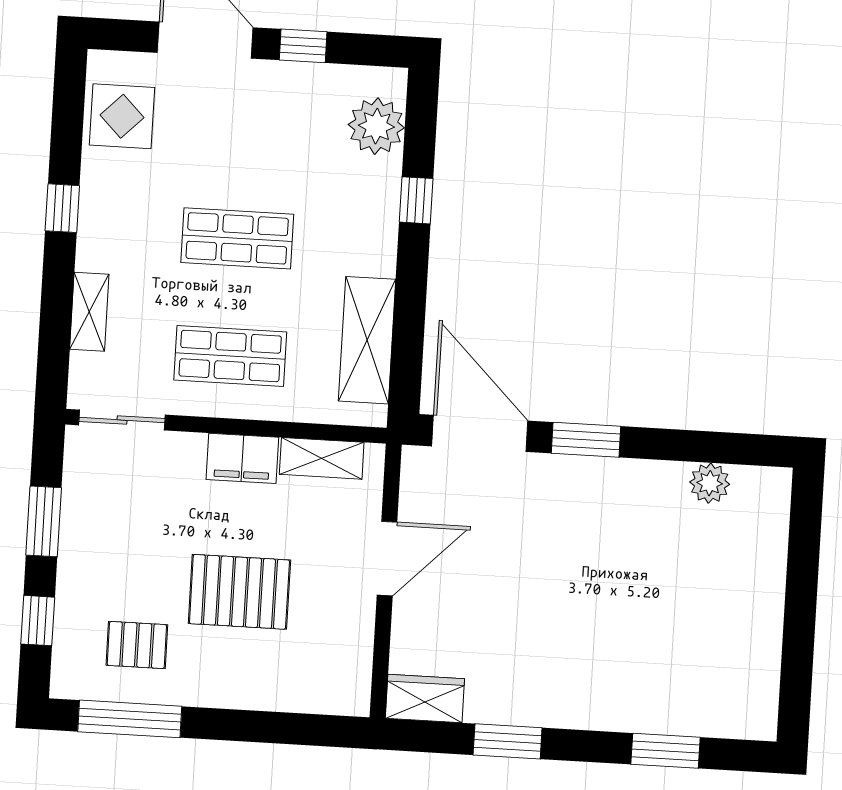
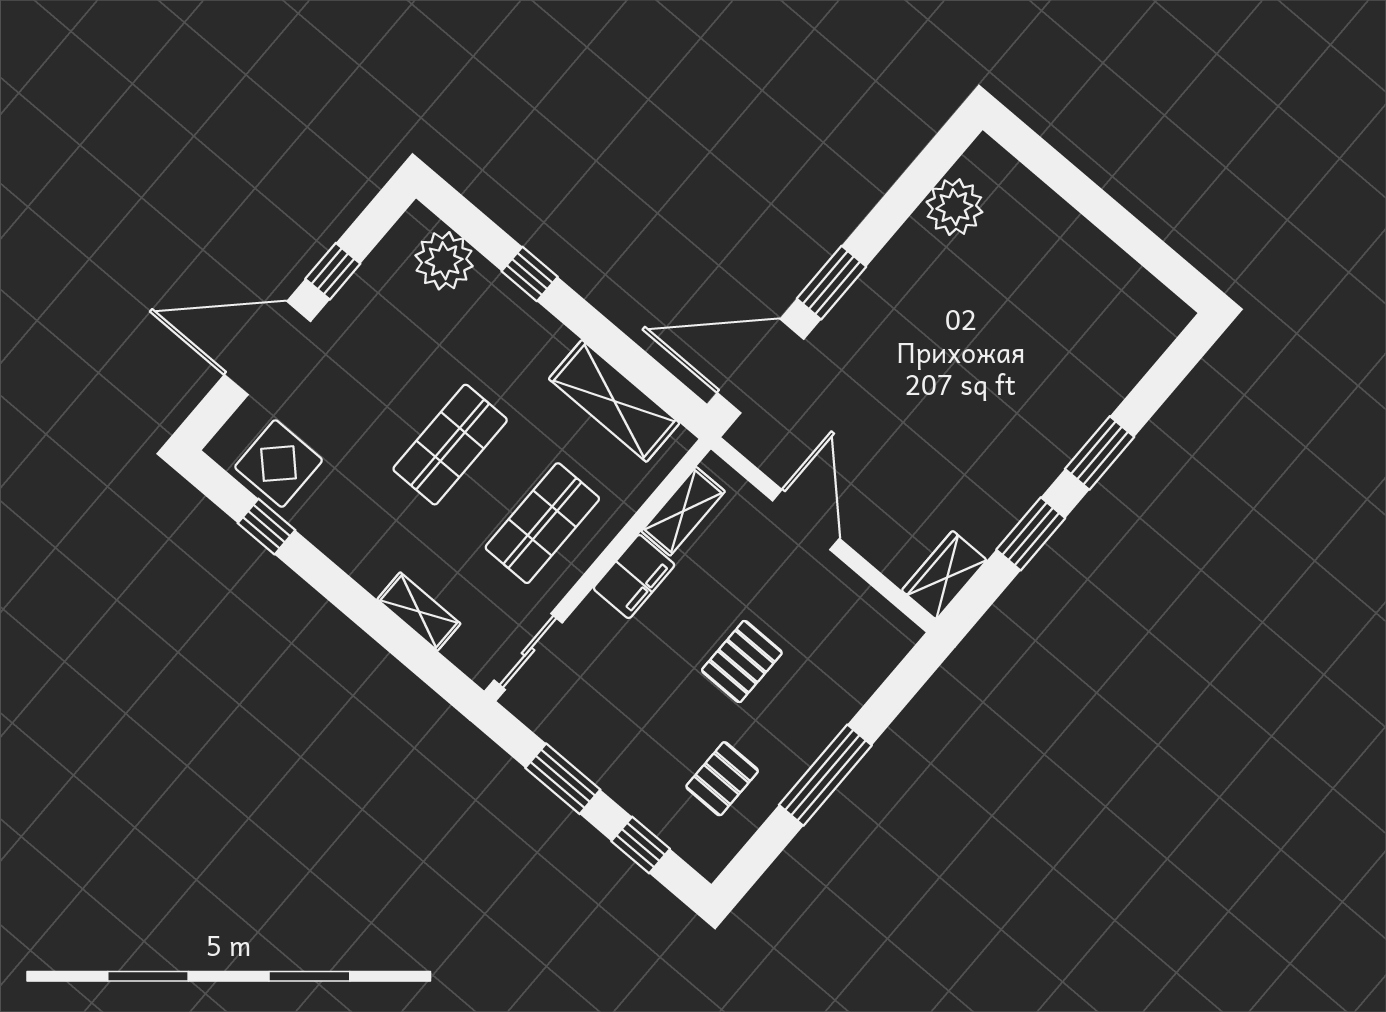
window: (62, 208) -> (267, 527), moved
plant: (710, 483) -> (954, 207), width x1.36, depth x1.36
pallet: (239, 592) -> (742, 662), width x0.67, depth x0.71
window: (130, 719) -> (825, 775), moved
window: (665, 751) -> (1100, 453), moved

